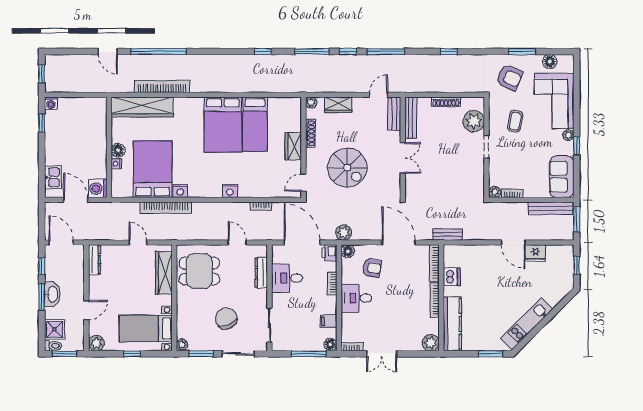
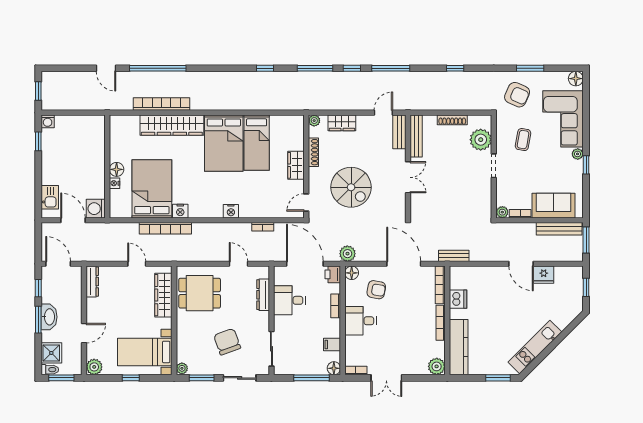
floor lamp: (550, 62) -> (576, 79), moved
wardrobe: (142, 107) -> (172, 125), moved
sofa: (562, 177) -> (554, 206), moved, turned 90

